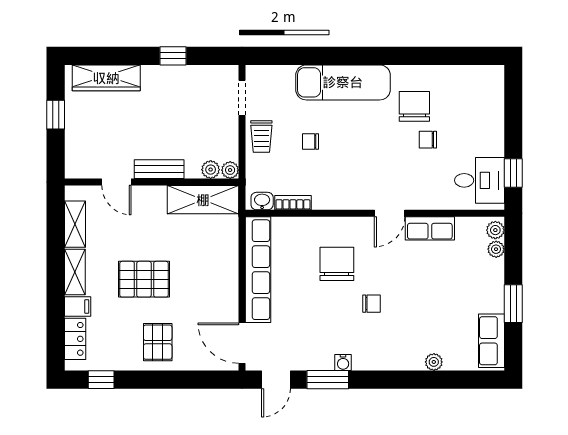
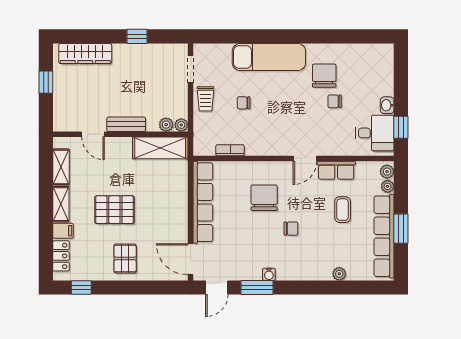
washbasin: (262, 201) -> (387, 105), moved, turned -90
coffee table: (438, 279) -> (343, 210), added
row of seats: (492, 341) -> (384, 236), width x2.02

